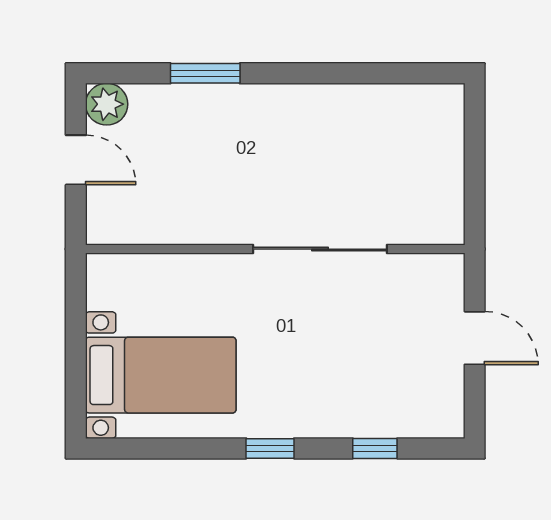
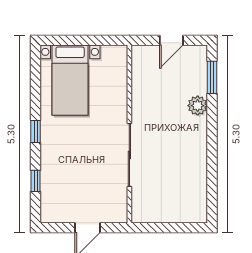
window: (205, 73) -> (212, 77), moved
plant: (107, 104) -> (198, 106), moved

